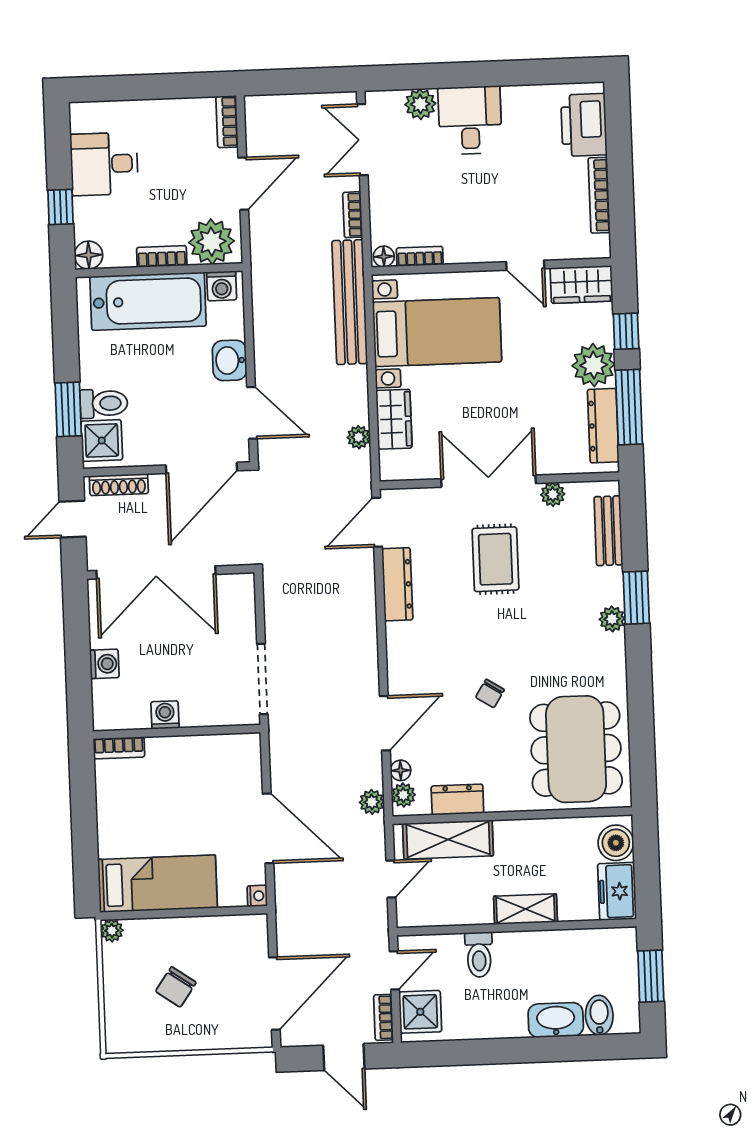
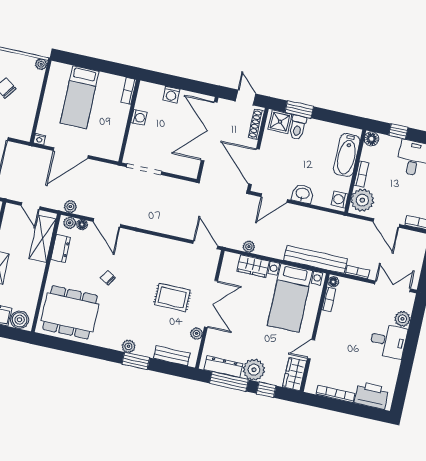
bathtub: (148, 301) -> (347, 155), width x0.73, depth x0.73
dresser: (397, 584) -> (173, 247), removed
bed: (157, 884) -> (80, 97), moved

